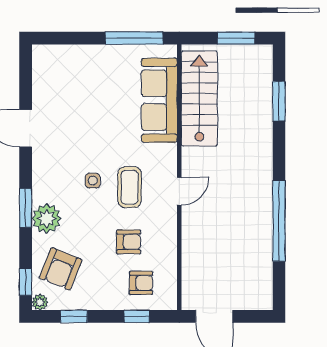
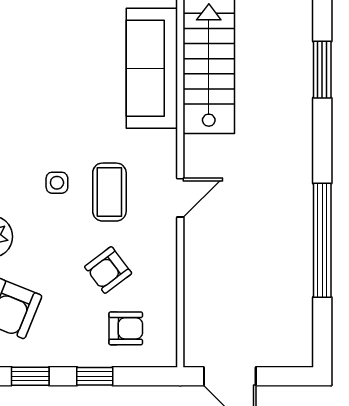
armchair: (129, 242) -> (108, 270), turned 143
window: (137, 316) -> (95, 376), moved

